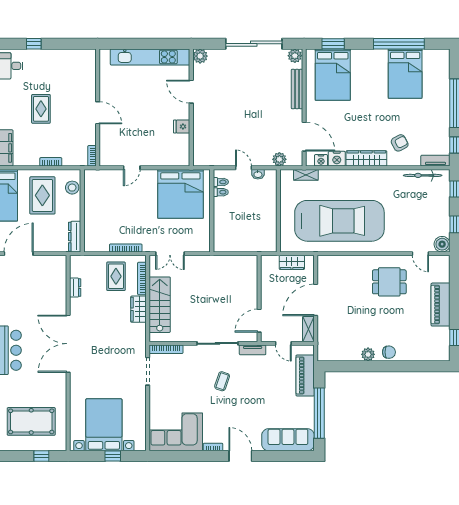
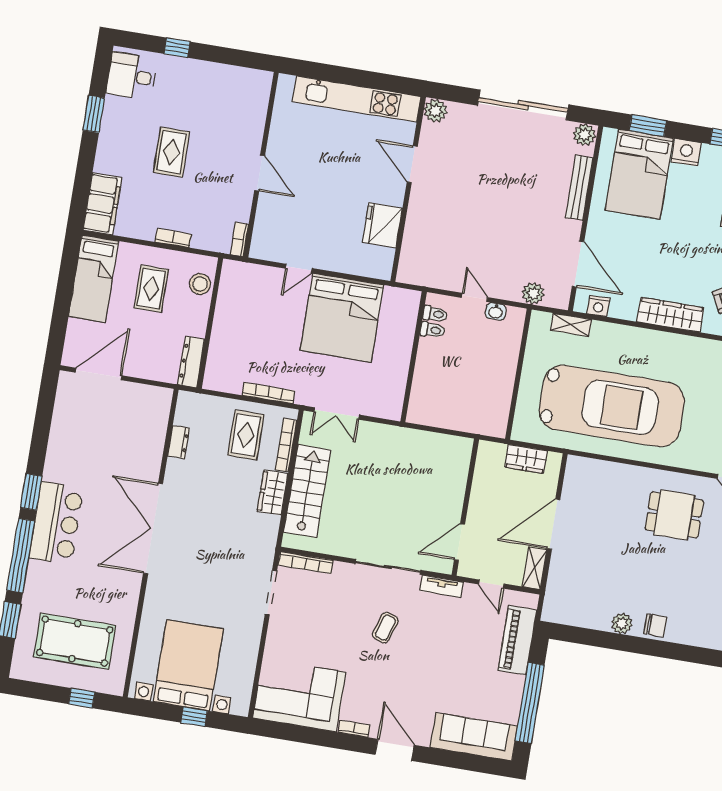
fridge: (182, 126) -> (382, 225), width x1.88, depth x1.34
nightstand: (337, 159) -> (686, 152), moved, turned 180
bed: (180, 194) -> (342, 318), moved
rug: (42, 195) -> (151, 289), width x0.73, depth x0.70

